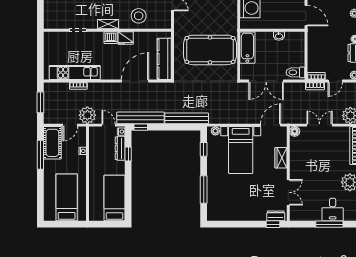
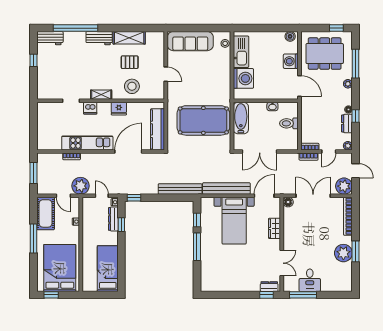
dishwasher: (111, 38) -> (90, 108), moved
kitchen unit: (75, 72) -> (87, 143), moved
toilet: (295, 72) -> (289, 123), moved
bench: (140, 118) -> (226, 188), moved
door: (70, 125) -> (63, 196), hinge flipped
double door: (320, 125) -> (313, 196), width x1.37
plant: (215, 131) -> (209, 202), removed
window: (40, 155) -> (33, 239), moved
window: (204, 189) -> (197, 247), moved
bed: (67, 197) -> (60, 268), width x1.50
desk: (333, 209) -> (310, 280), moved
window: (58, 224) -> (51, 295), added
window: (329, 224) -> (303, 295), moved

